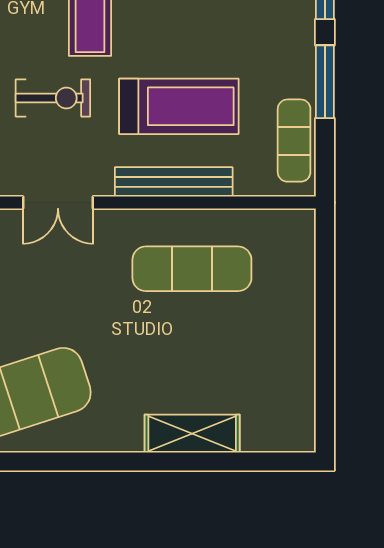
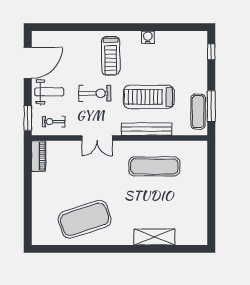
window: (325, 82) -> (211, 106), moved
treadmill: (179, 106) -> (149, 97), turned 180

